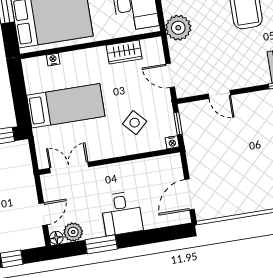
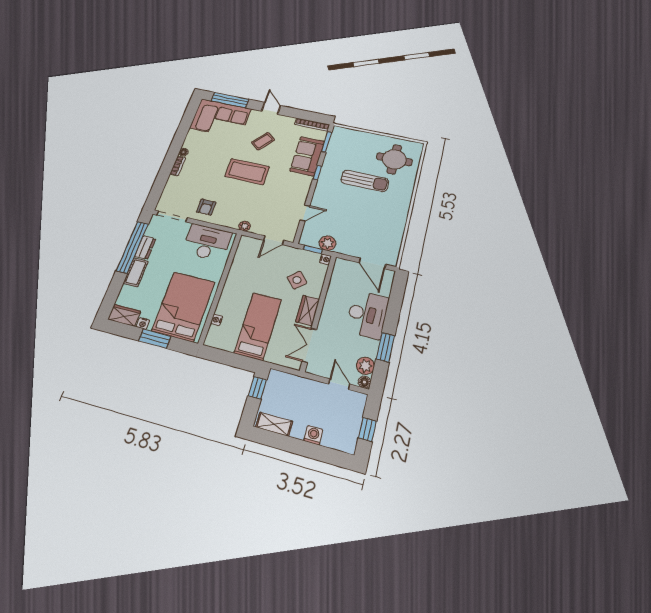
plant: (178, 28) -> (244, 226), width x0.53, depth x0.53
wardrobe: (124, 52) -> (308, 310), moved, turned 180
plant: (193, 136) -> (327, 243), added
desk: (122, 213) -> (367, 315), width x1.37

